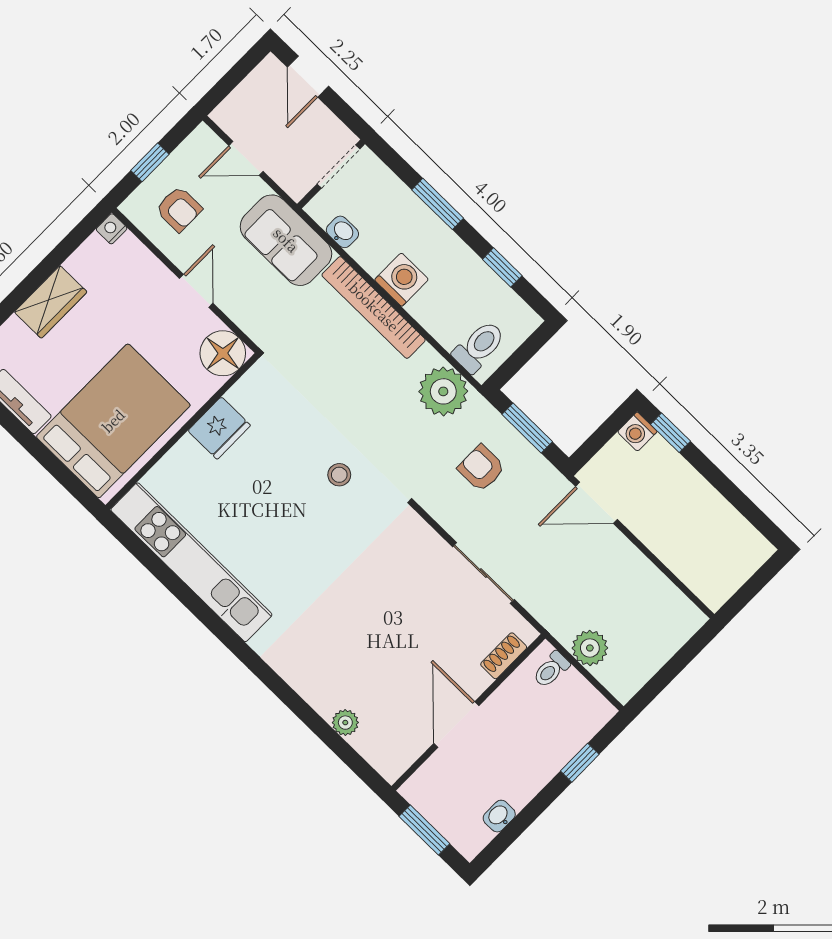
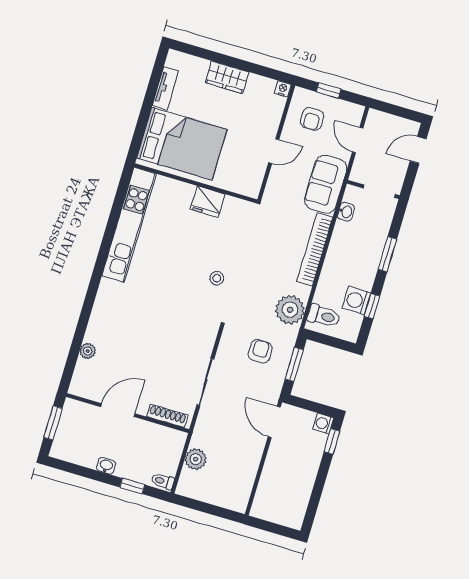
washing machine: (402, 280) -> (357, 301), moved, turned 180
floor lamp: (223, 353) -> (248, 183), removed
shoe rack: (504, 656) -> (167, 416), width x1.43
toilet: (551, 670) -> (163, 481), moved
washbasin: (499, 816) -> (106, 466), moved

